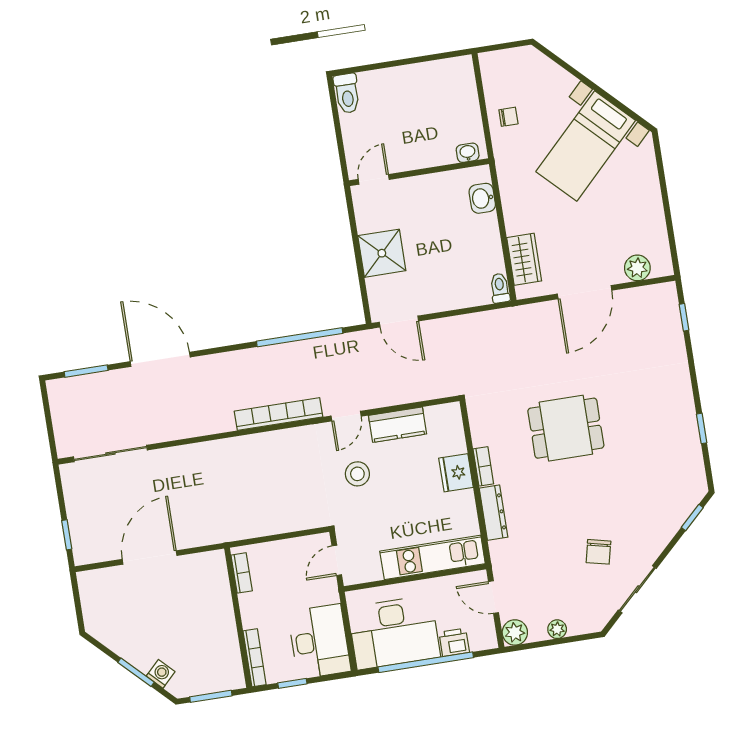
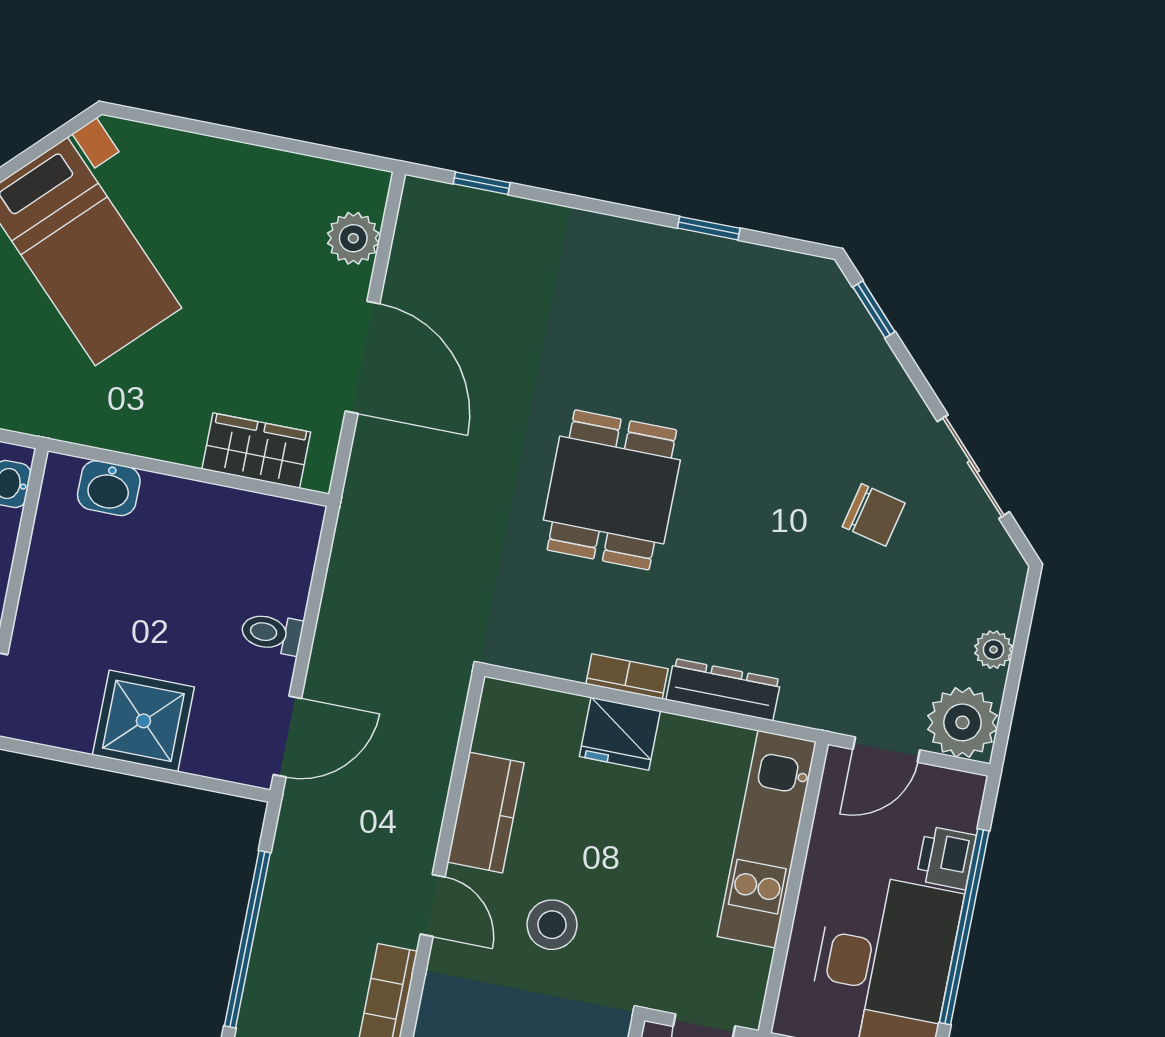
toilet: (500, 288) -> (272, 633), moved
plant: (515, 632) -> (962, 722), width x1.36, depth x1.36

